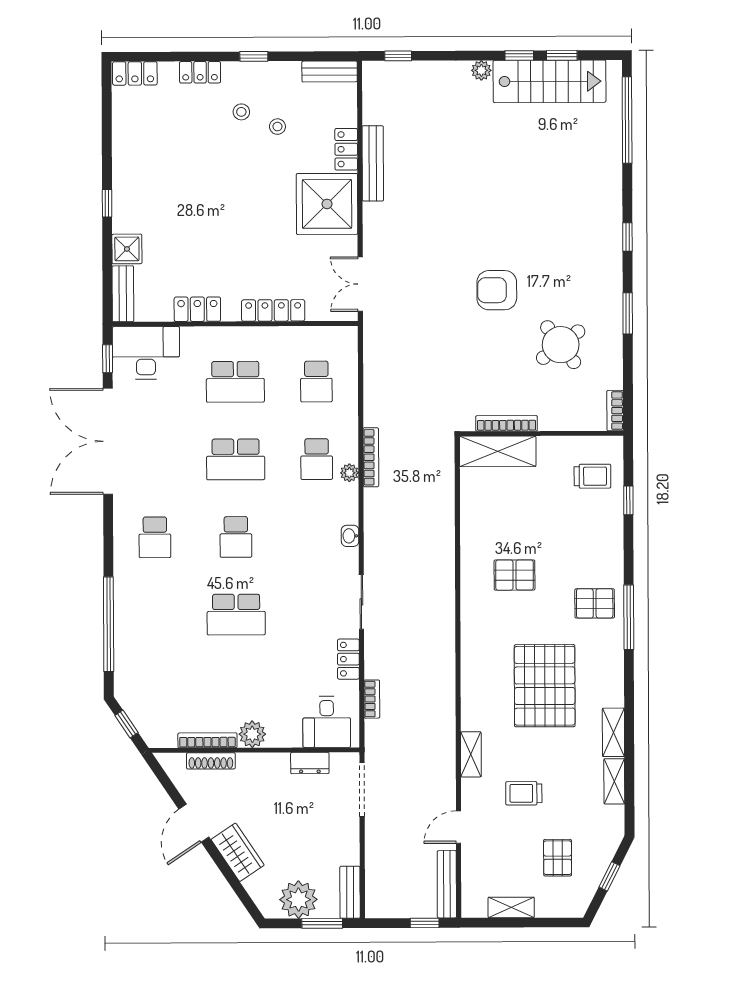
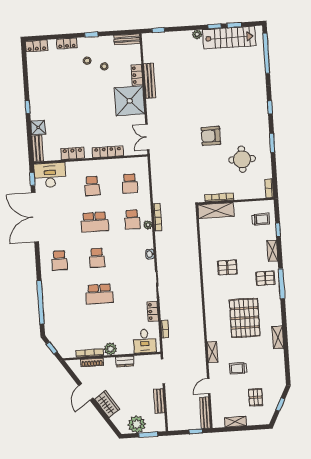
round table: (561, 345) -> (242, 159), turned 37
school desk: (235, 382) -> (92, 186), width x0.54
dresser: (310, 763) -> (125, 361), moved
shelving: (614, 781) -> (272, 251), moved
bench: (350, 892) -> (159, 401), moved

